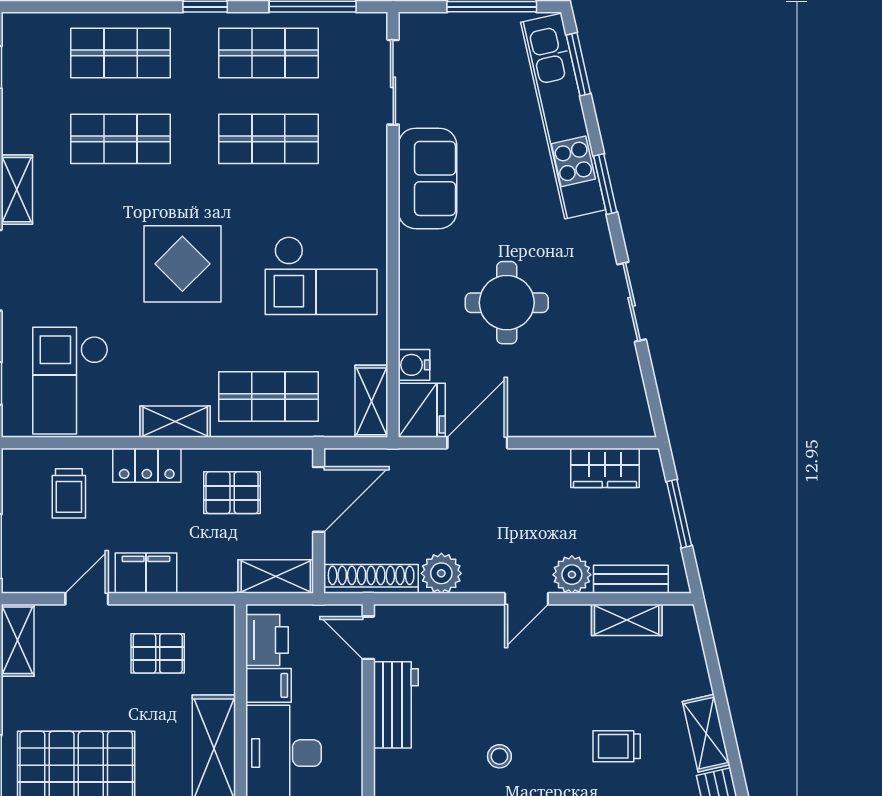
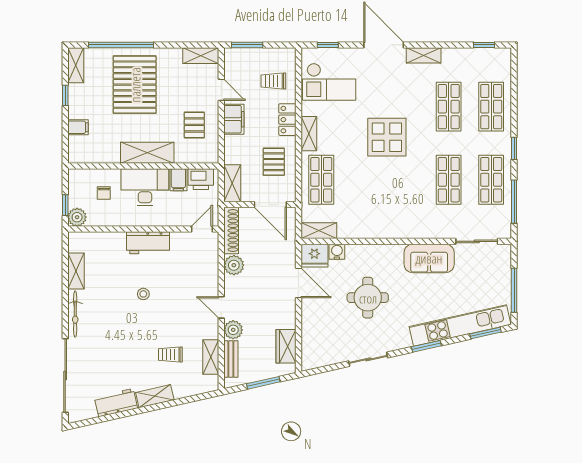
checkout: (321, 275) -> (381, 206), removed
checkout: (70, 381) -> (329, 82), turned 180
workbench: (396, 705) -> (148, 243), moved
trolley: (617, 746) -> (170, 354), moved, turned -90

